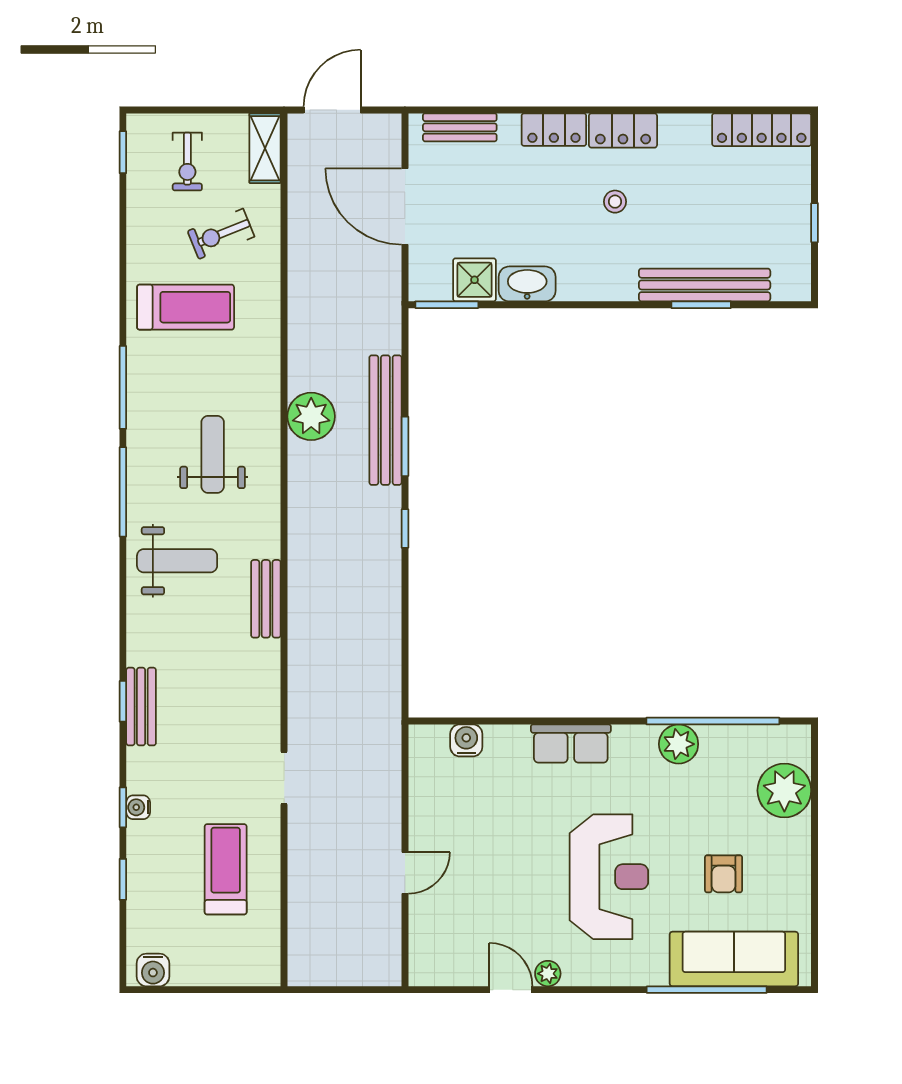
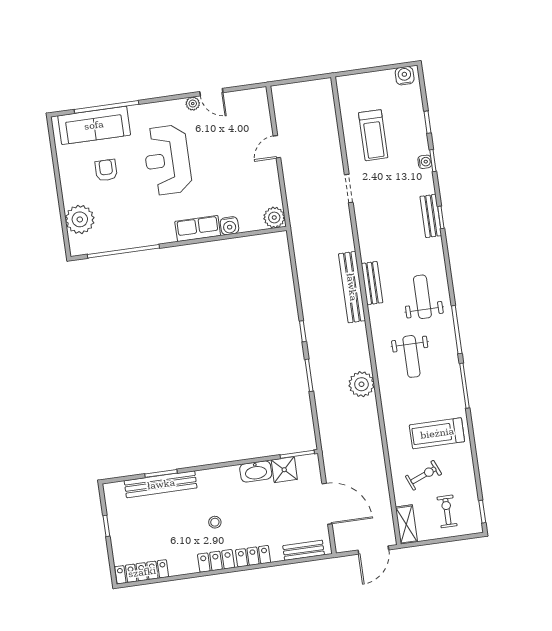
bench: (385, 420) -> (352, 287), moved
weight bench: (177, 561) -> (422, 297), turned 90
water cooler: (466, 740) -> (229, 226), moved
plant: (679, 744) -> (274, 217), moved

